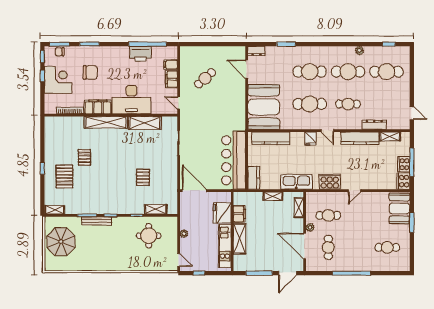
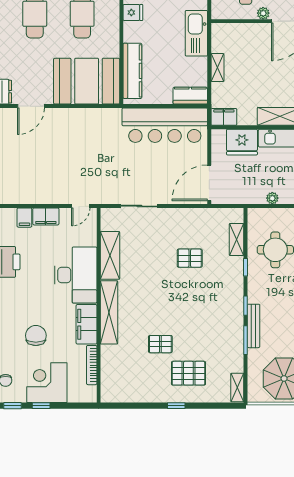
cafe table: (205, 78) -> (45, 167), removed
shelving: (299, 208) -> (234, 30), removed
filing cabinet: (239, 214) -> (224, 117), moved

